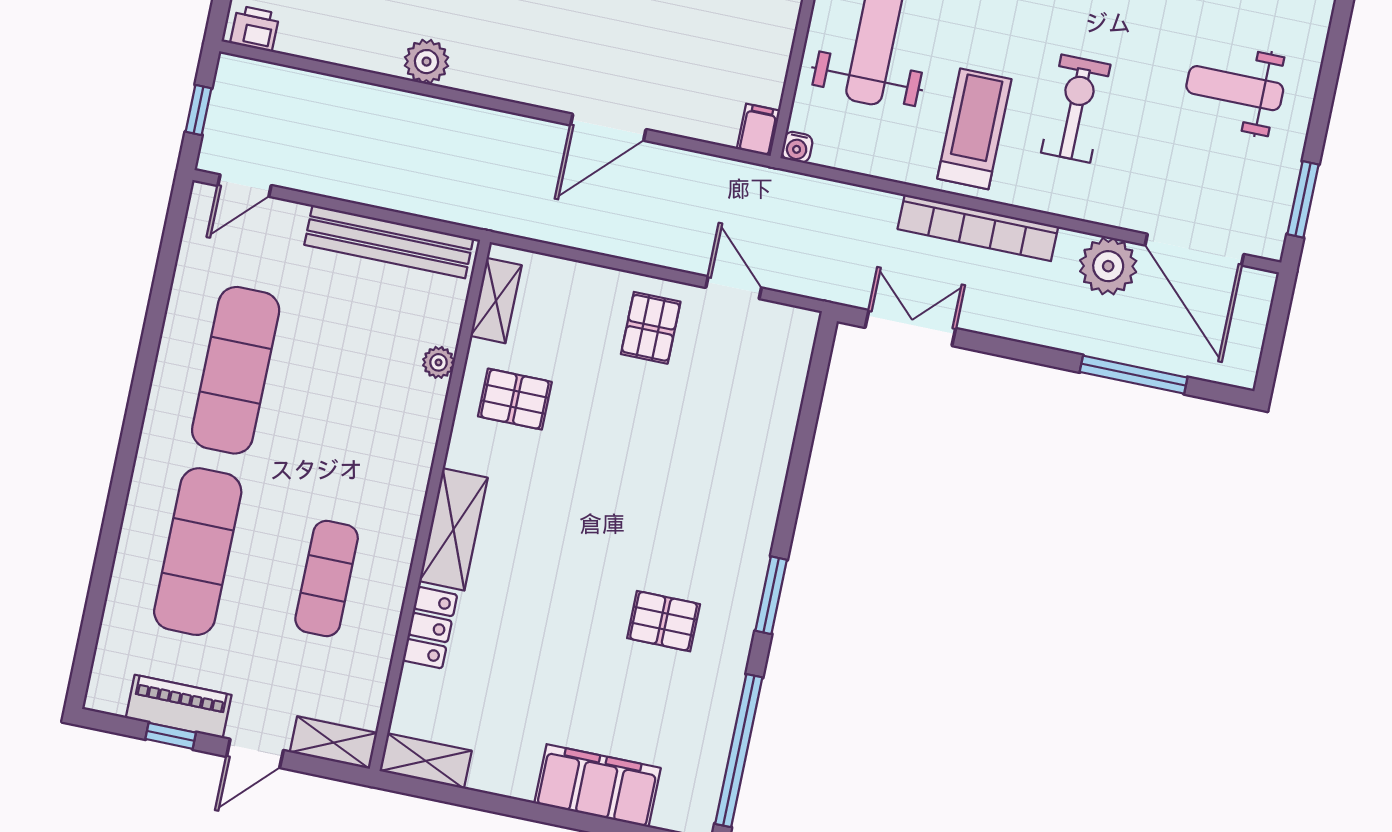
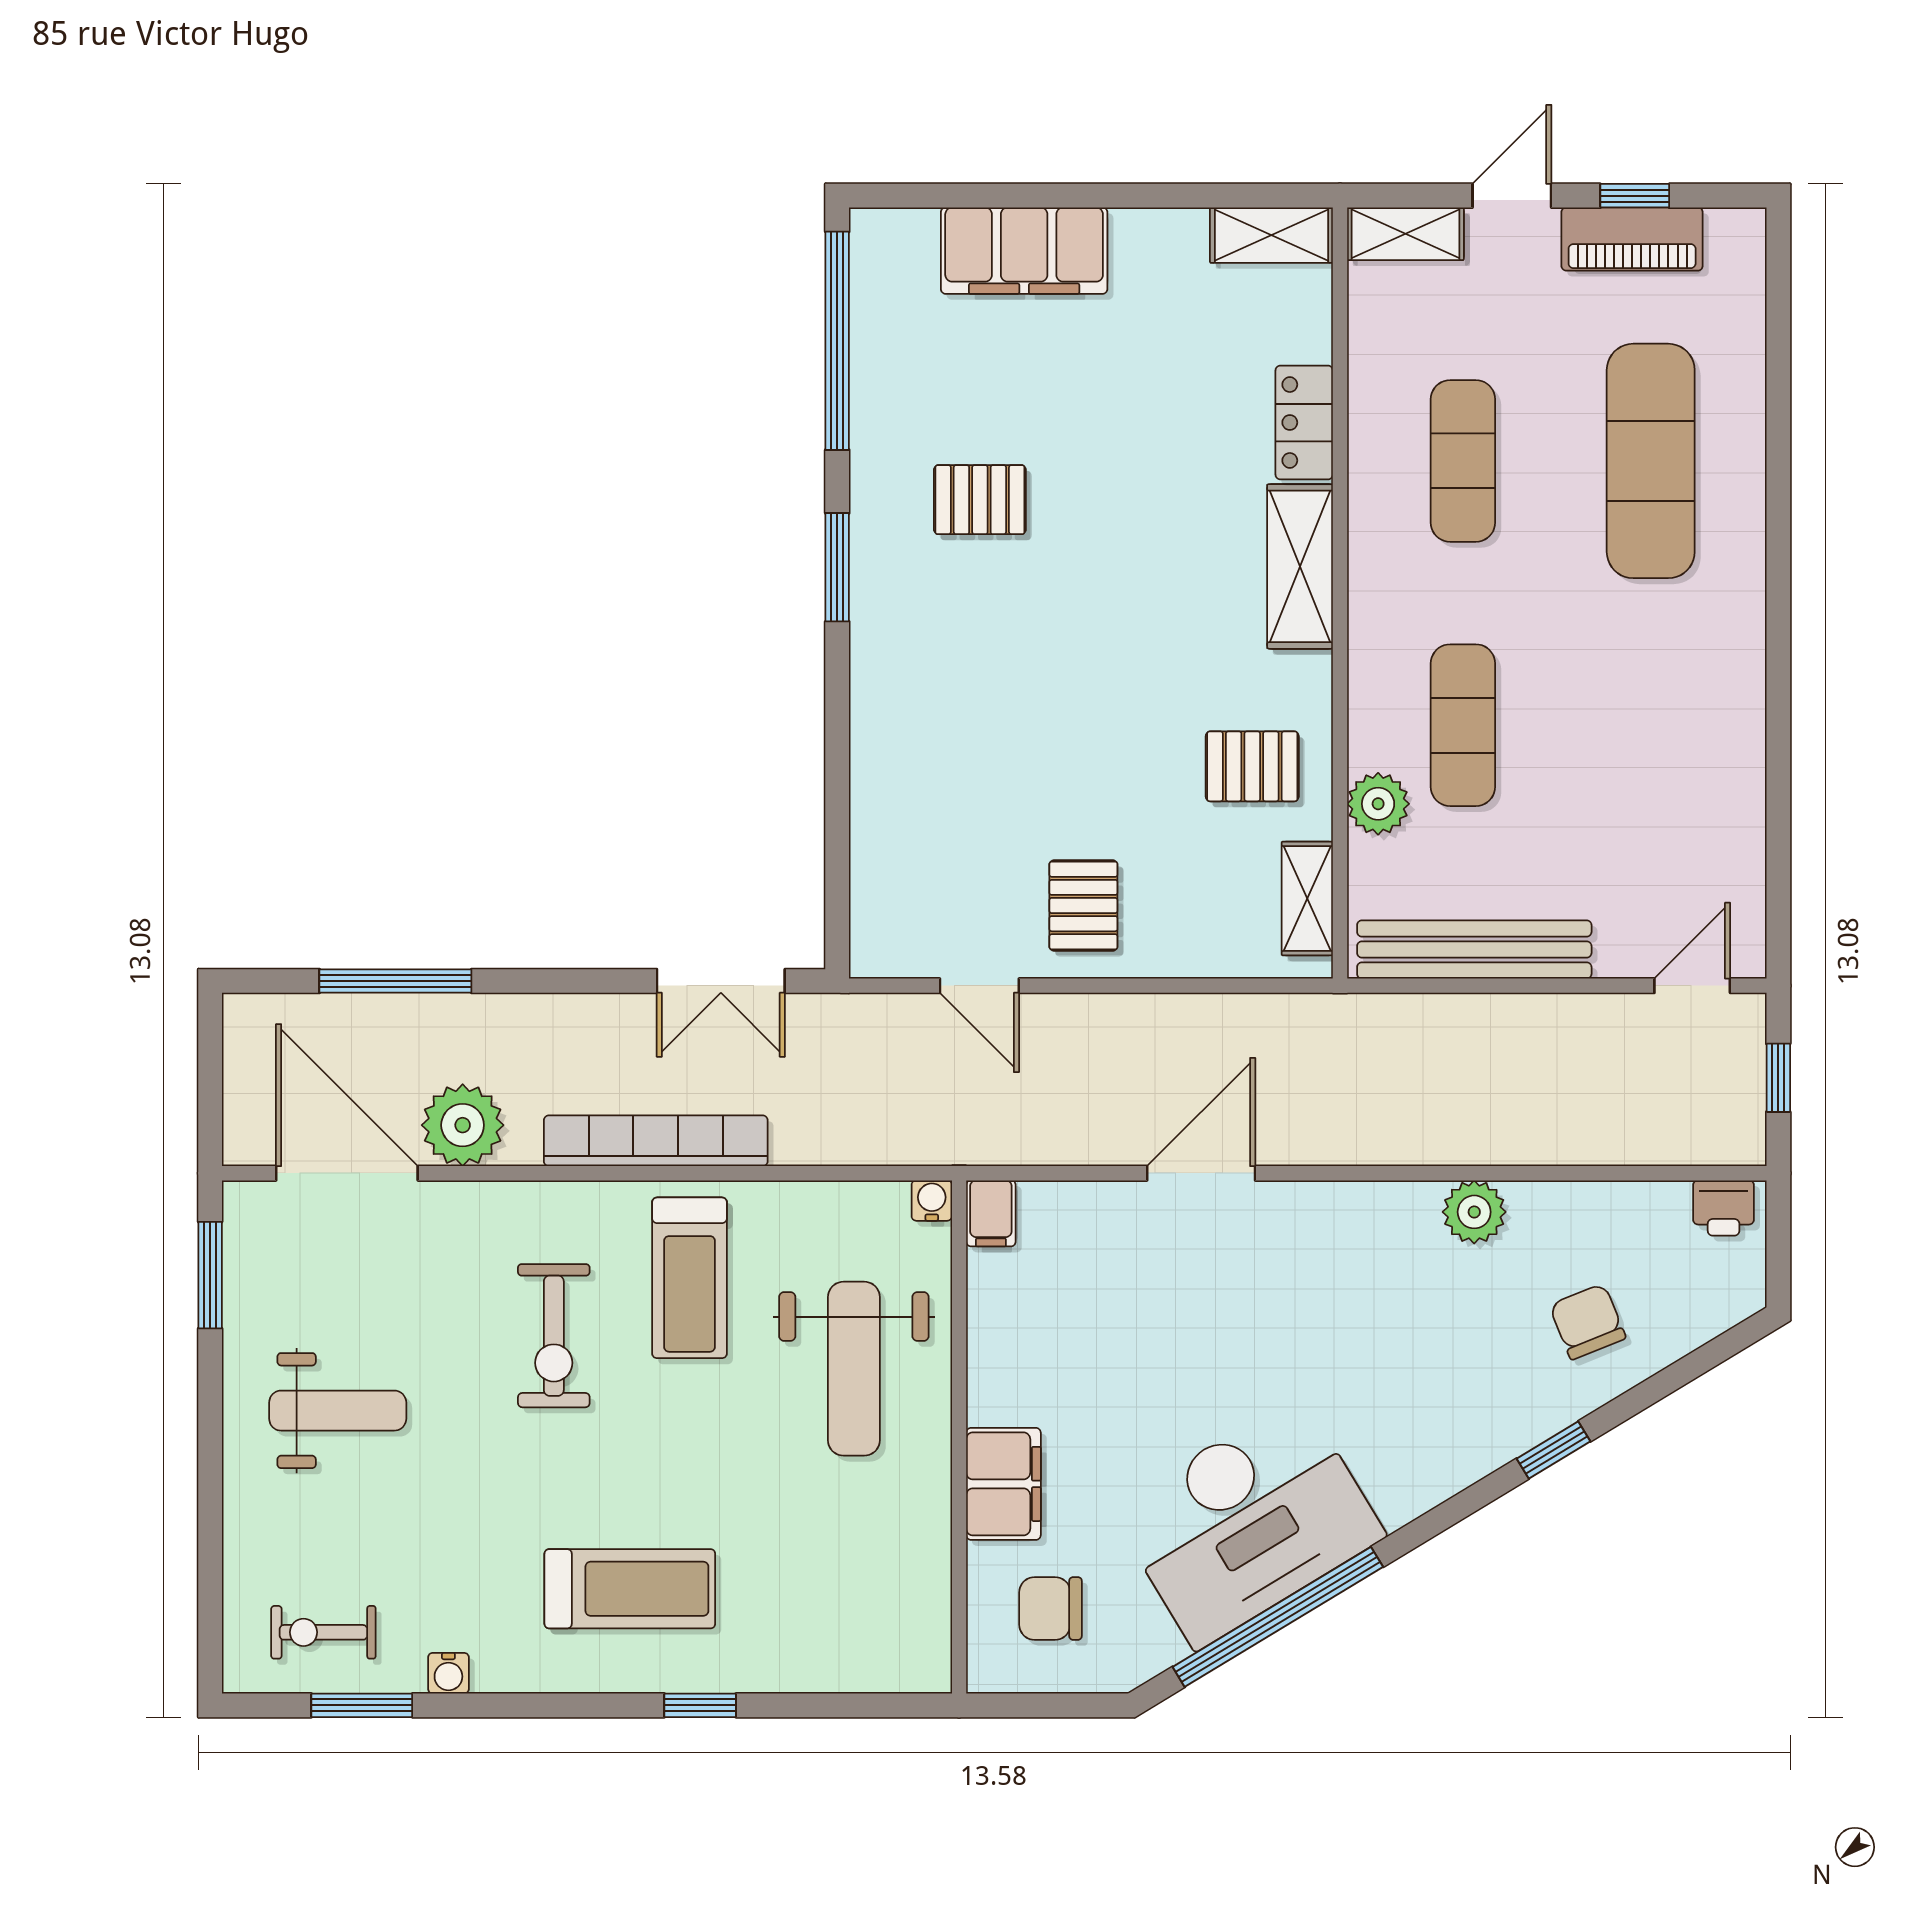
plant: (439, 362) -> (1378, 804), width x1.38, depth x1.38
exercise mat: (236, 370) -> (1463, 725), moved, width x0.73, depth x0.69

